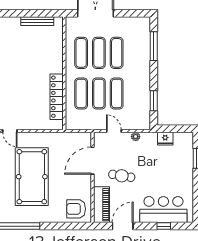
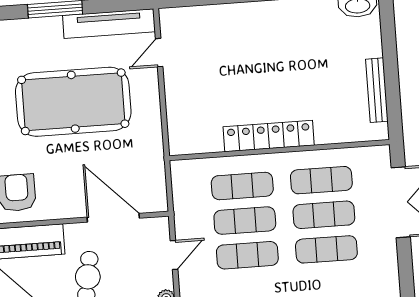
locker: (57, 97) -> (269, 136), moved

